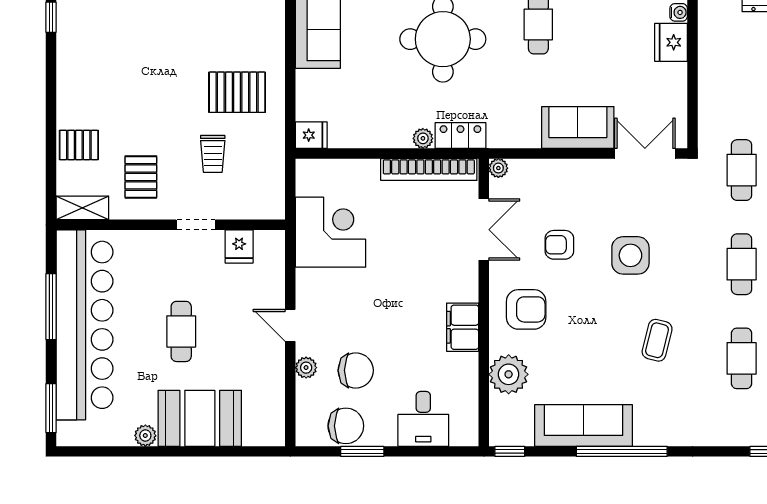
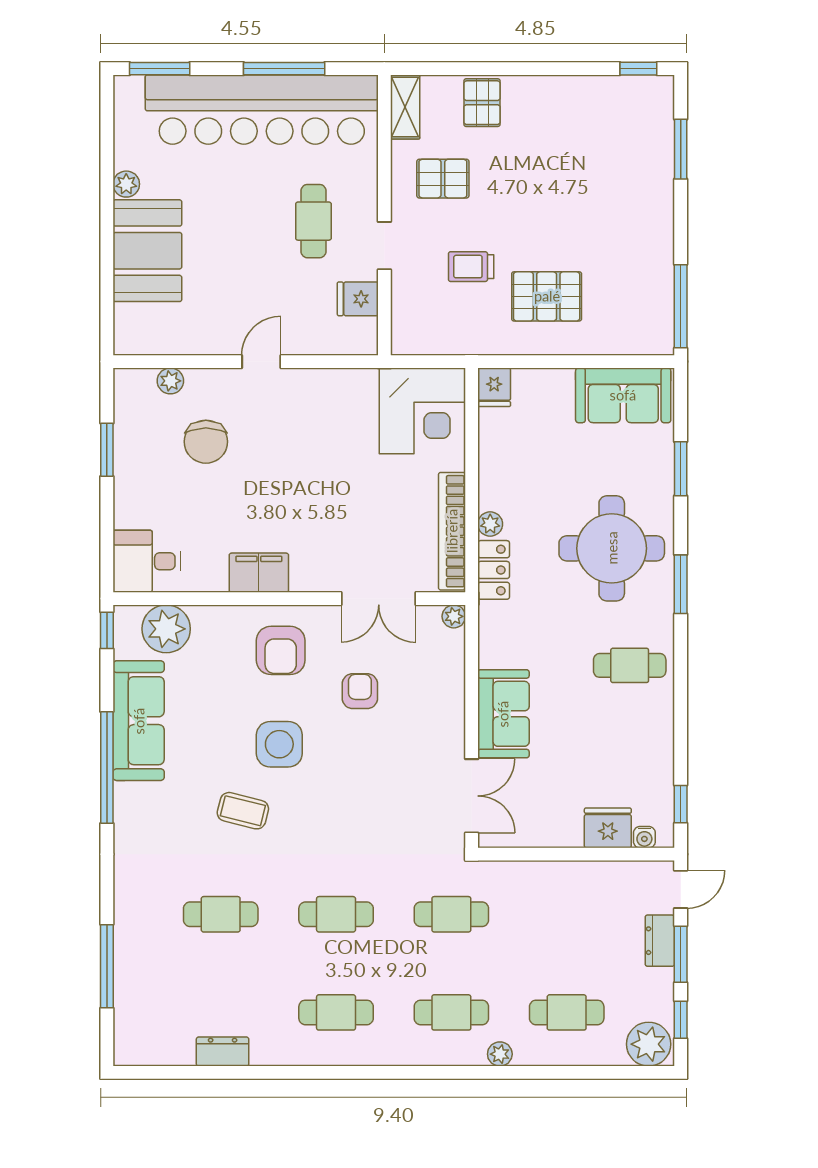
pallet: (237, 92) -> (547, 296), turned 90
corner desk: (331, 232) -> (422, 411), moved
side table: (630, 255) -> (279, 744), moved
cafe table: (181, 331) -> (313, 221), moved, turned 90
plant: (306, 368) -> (170, 381), moved
plant: (509, 374) -> (166, 629), moved
desk: (423, 419) -> (147, 561), moved
chair: (346, 426) -> (138, 430), removed

